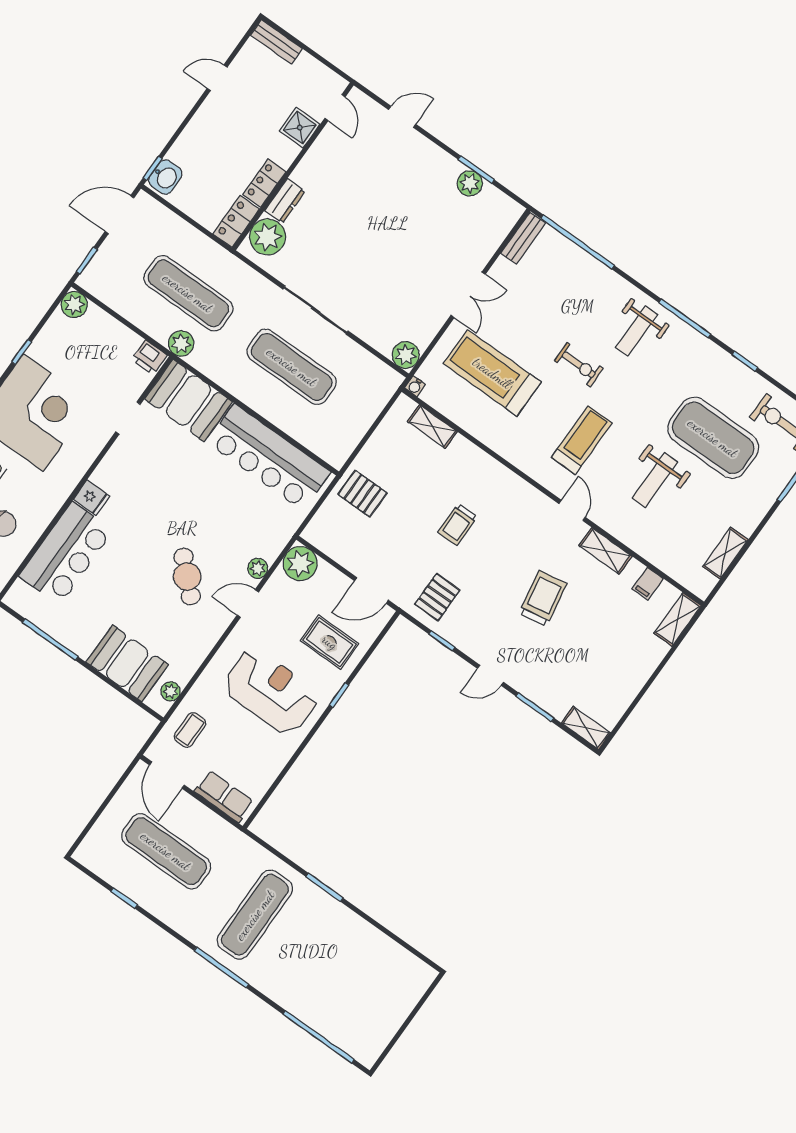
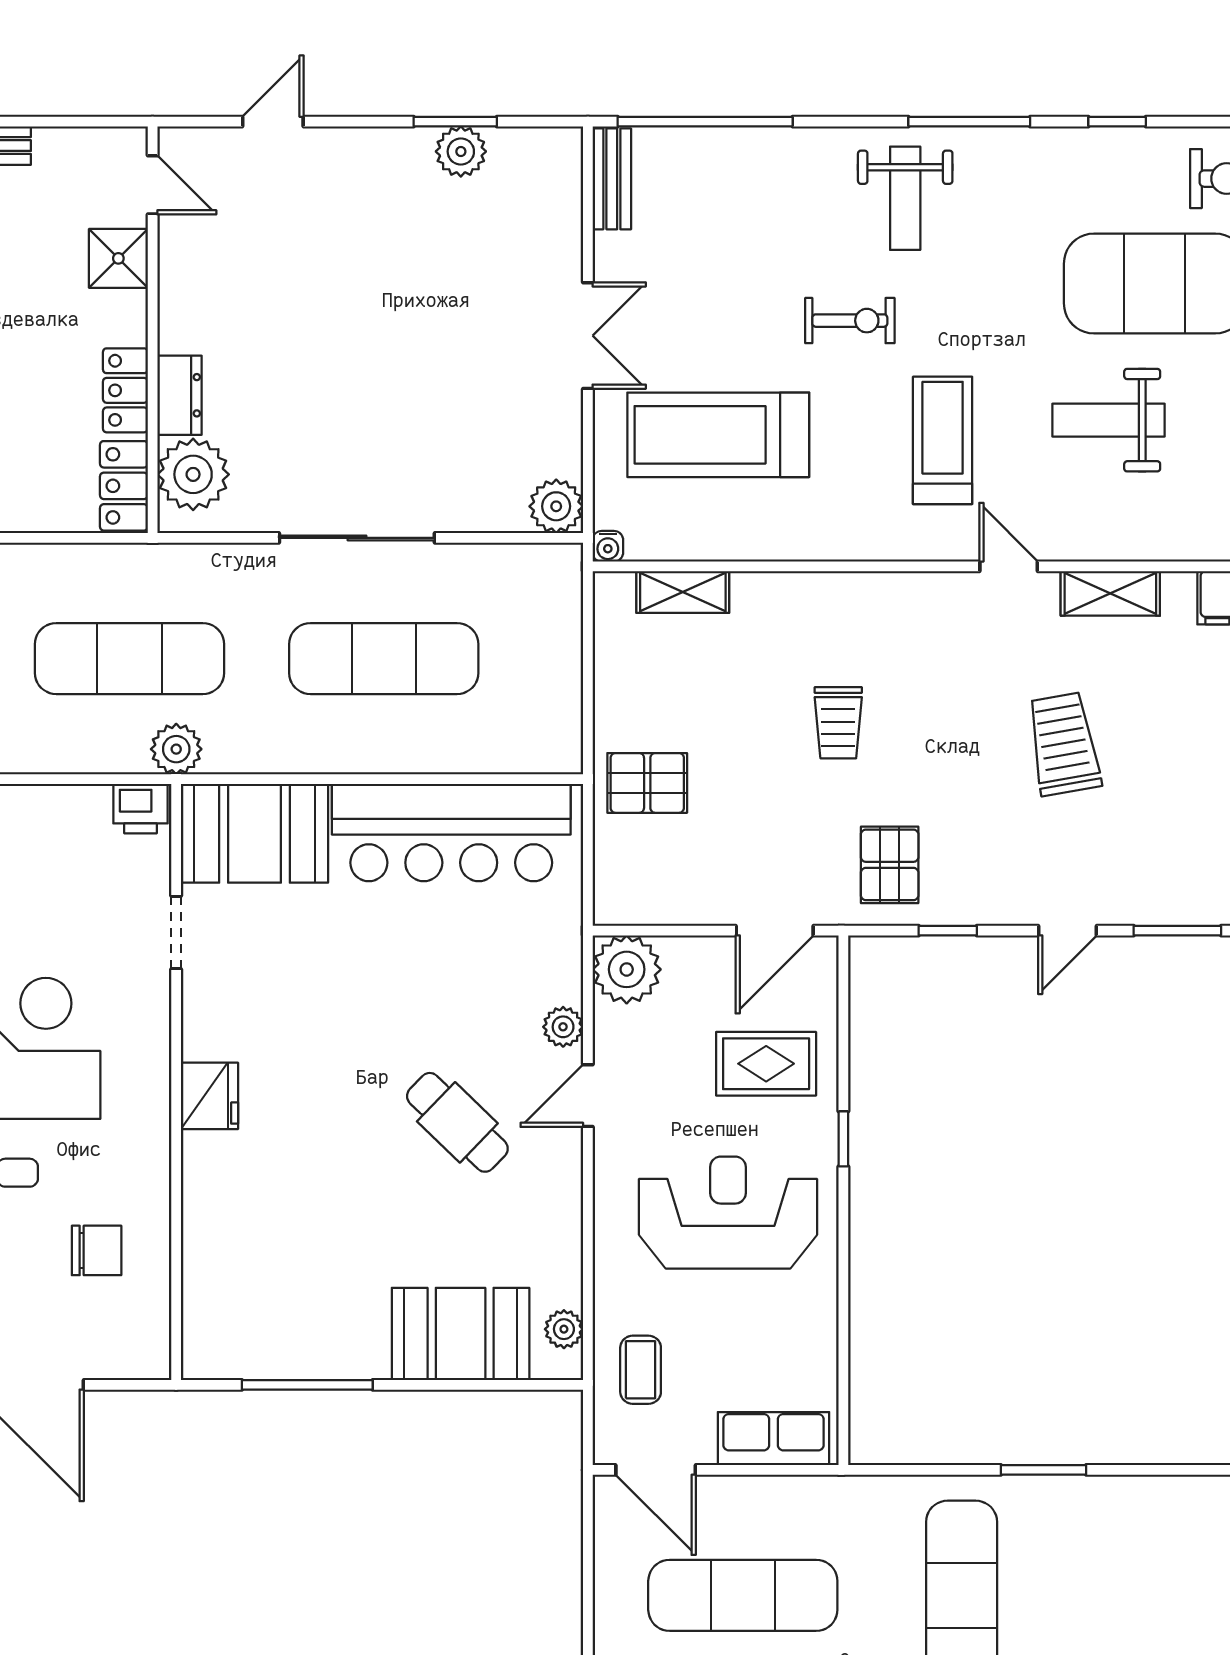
weight bench: (655, 480) -> (1108, 420), turned 90
fridge: (92, 498) -> (209, 1096), width x1.38
bar counter: (66, 553) -> (233, 1226), removed

